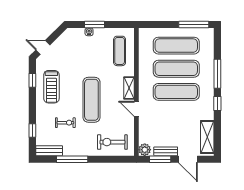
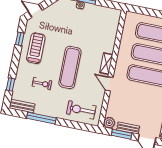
exercise mat: (120, 51) -> (105, 28), removed
treadmill: (51, 87) -> (36, 48), turned 180

